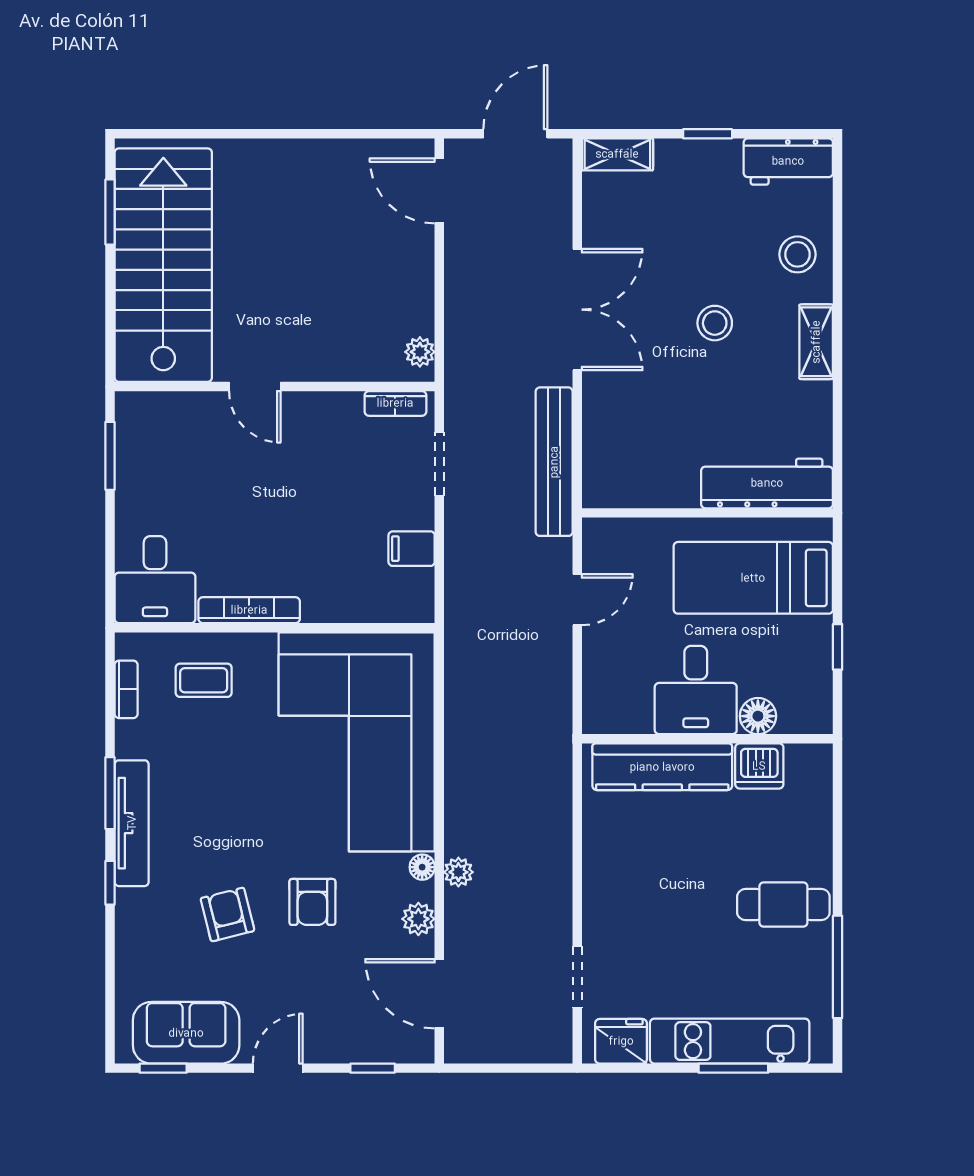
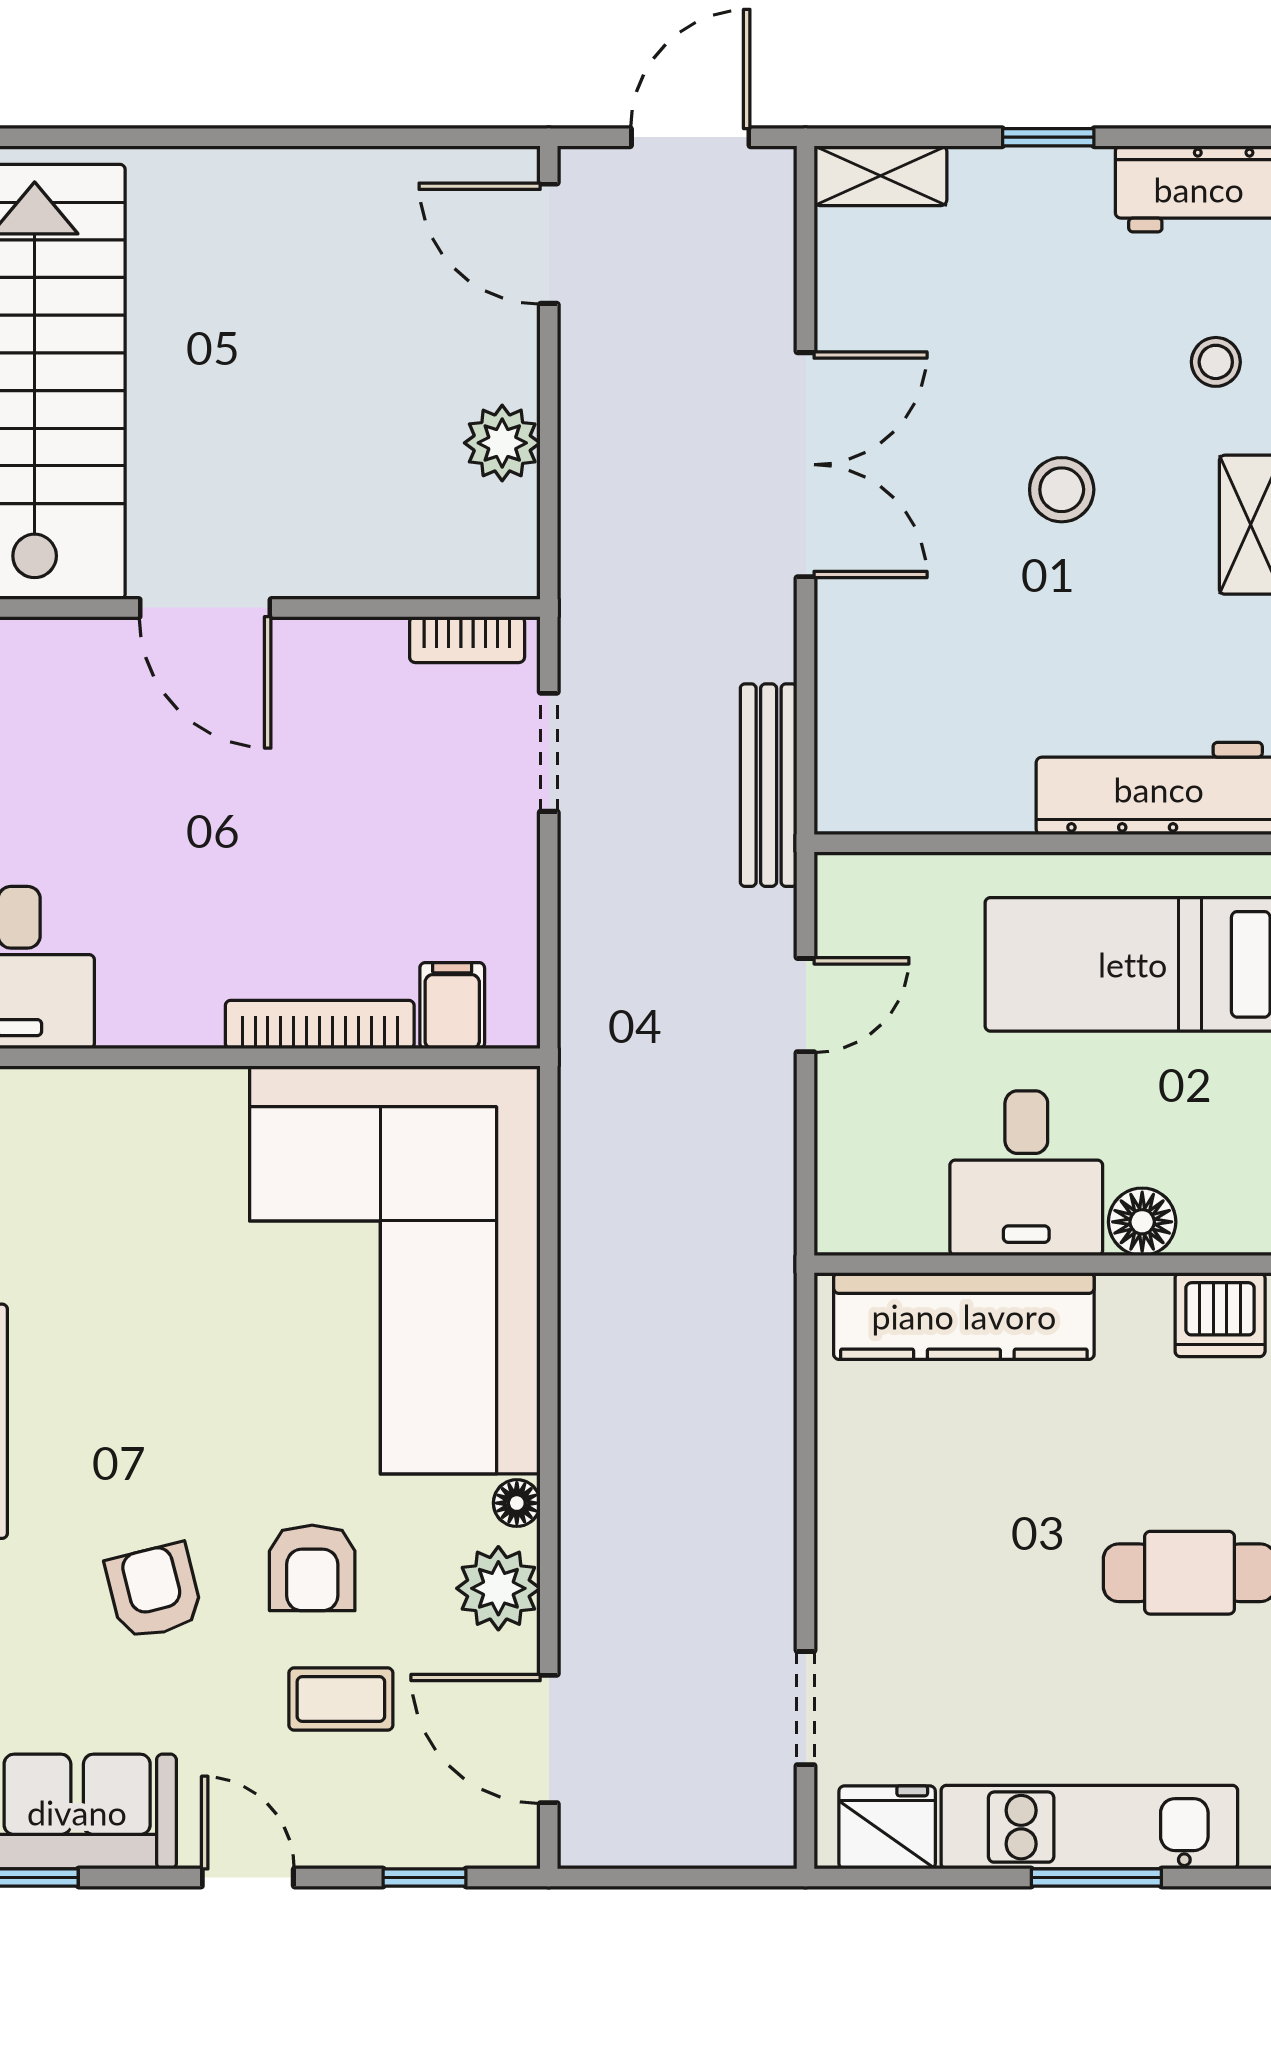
stool: (798, 254) -> (1216, 362), width x0.73, depth x0.73
plant: (420, 352) -> (502, 443), moved, width x1.38, depth x1.38
door: (255, 386) -> (205, 608), width x1.38
bench: (554, 462) -> (769, 785), width x0.73, depth x0.82
filing cabinet: (412, 549) -> (452, 1006), moved, turned 90
bookcase: (249, 610) -> (320, 1025), moved
coffee table: (204, 680) -> (341, 1699), moved
dishwasher: (759, 766) -> (1220, 1315), moved
plant: (458, 872) -> (584, 1512), removed
plant: (418, 919) -> (498, 1588), width x1.38, depth x1.38
door: (278, 1068) -> (248, 1877), hinge flipped

